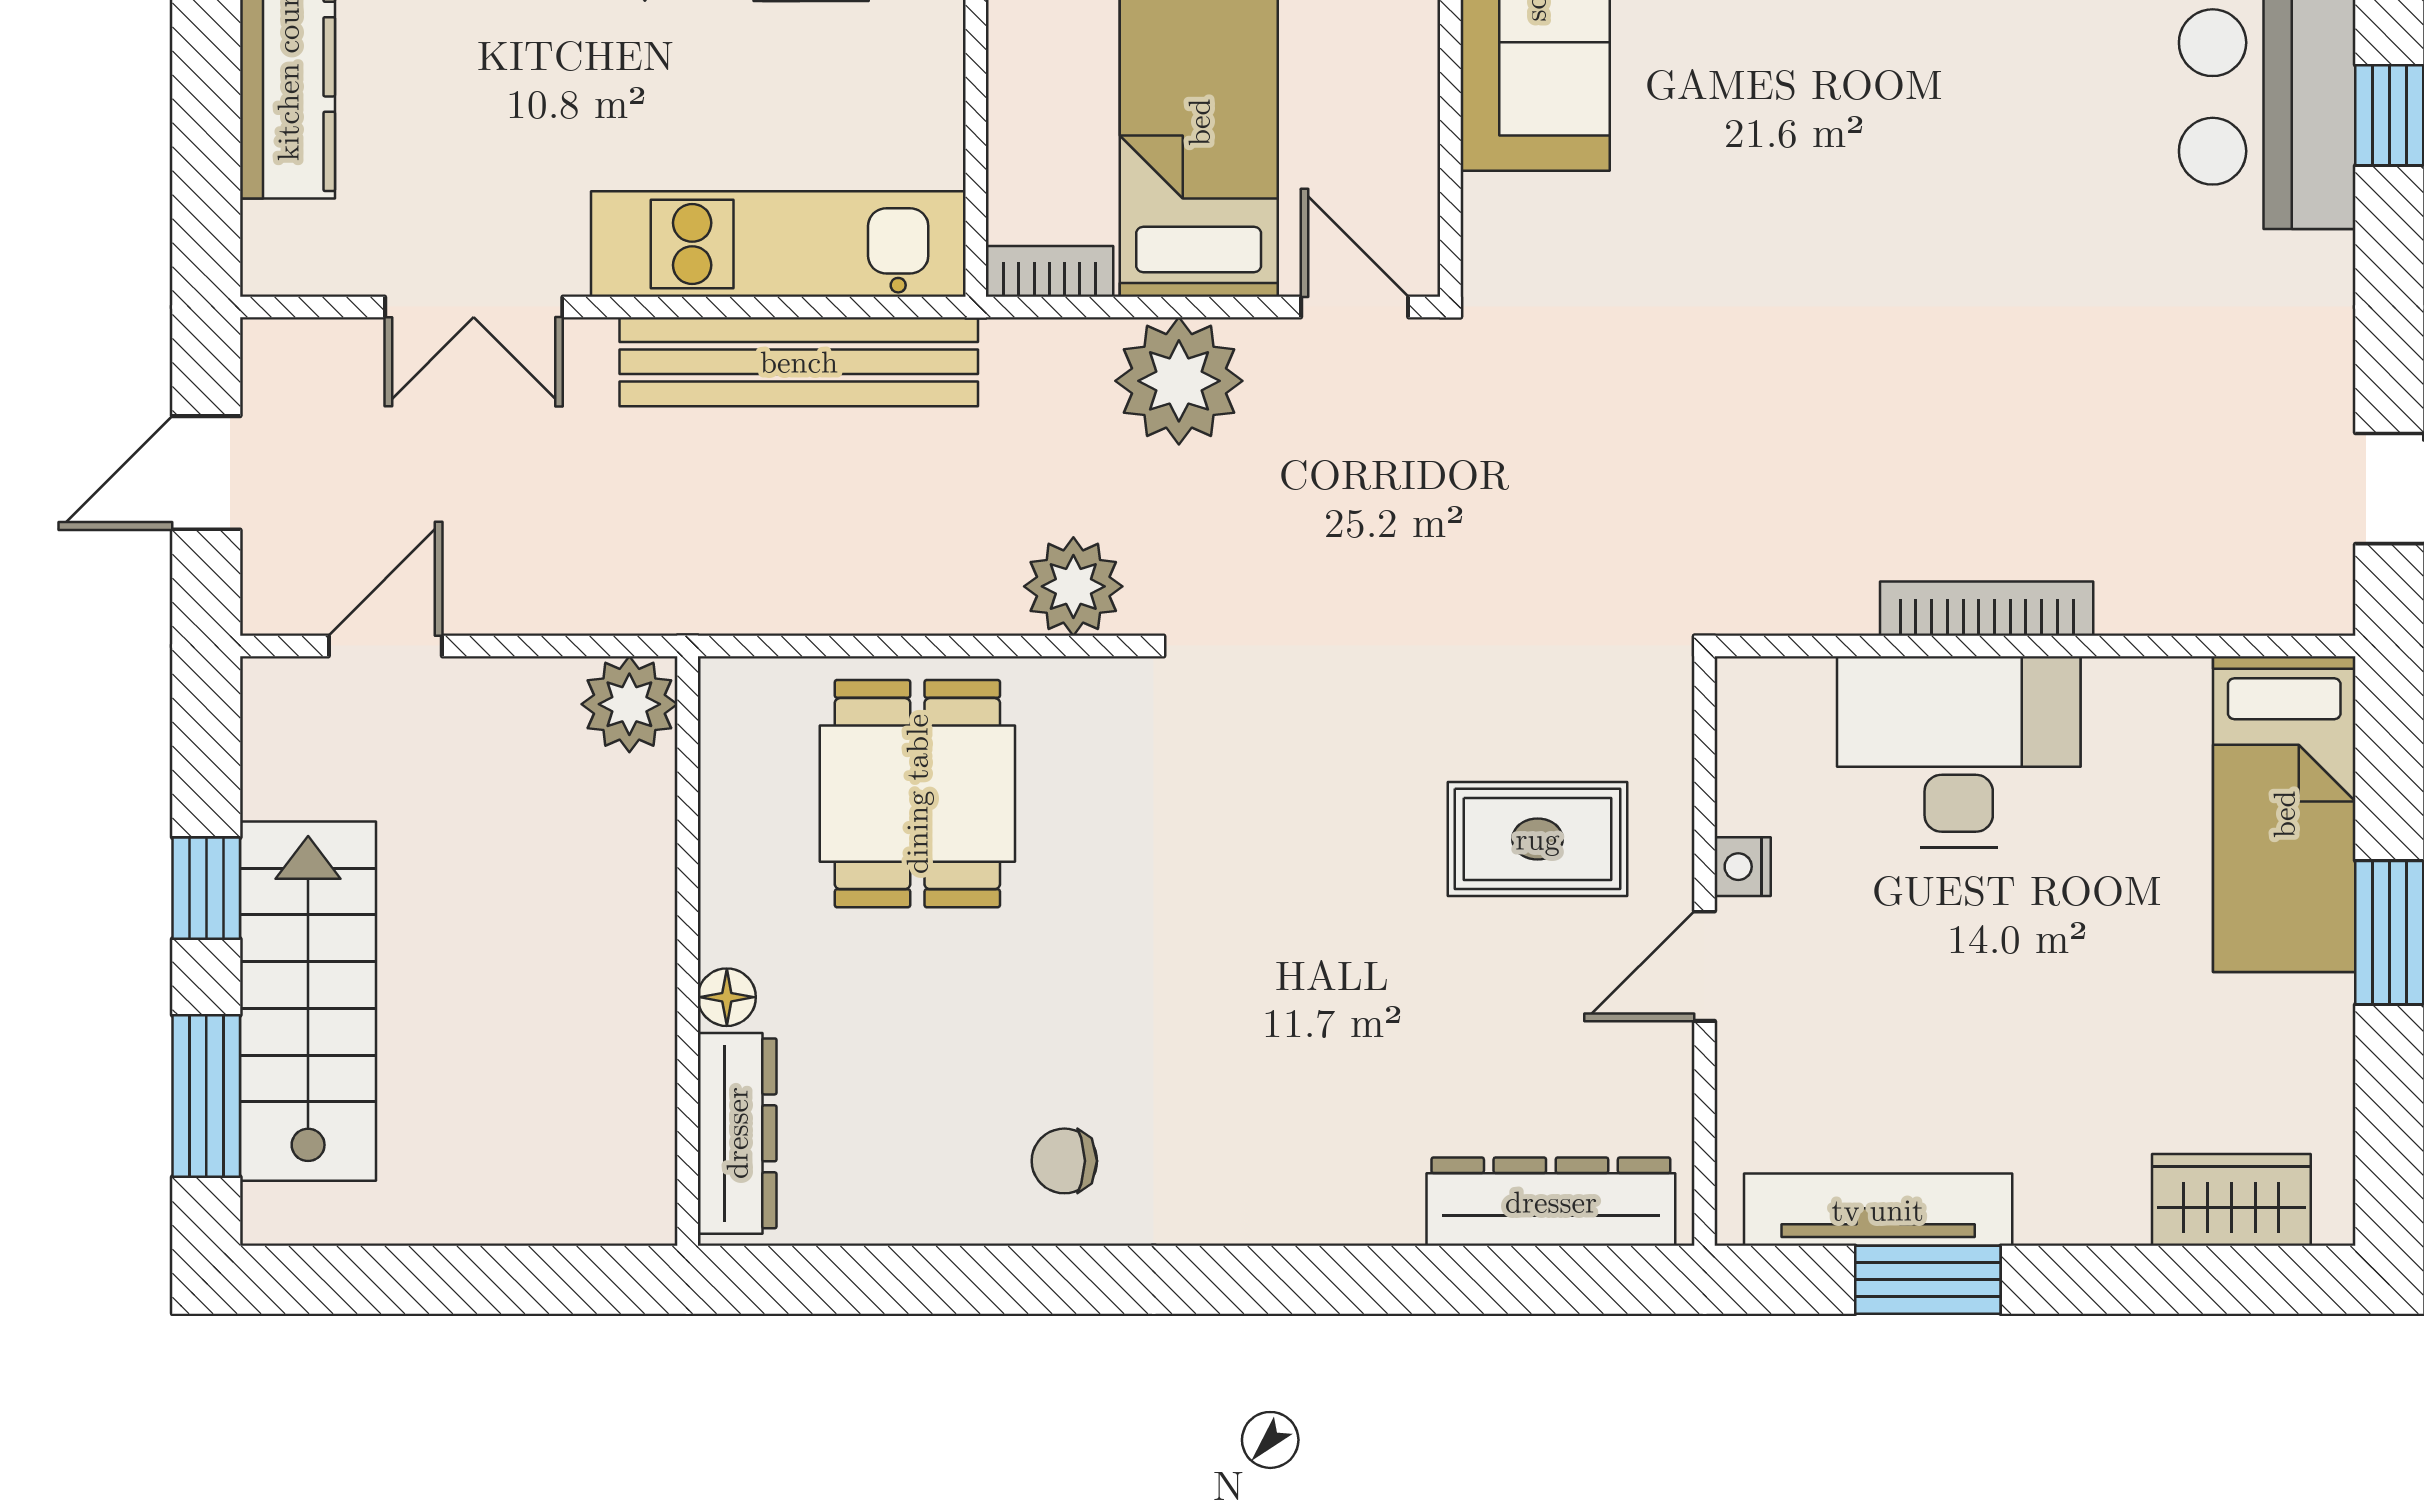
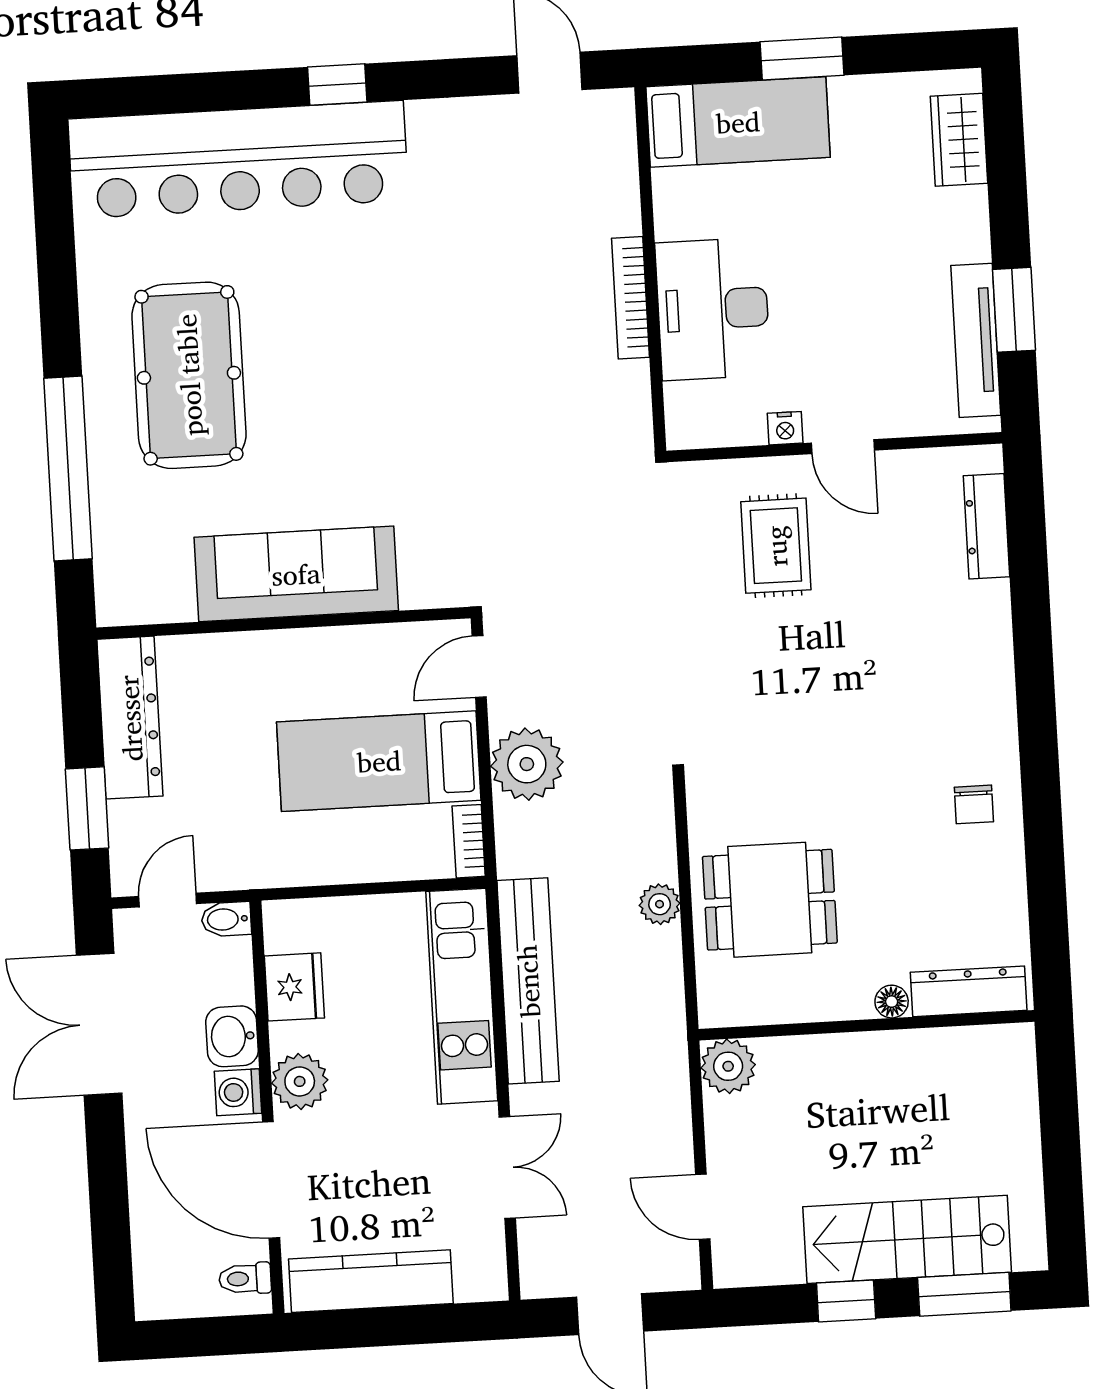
plant: (1073, 586) -> (660, 904), moved, width x0.73, depth x0.73
dresser: (1551, 1202) -> (987, 526), width x0.73, depth x0.80

